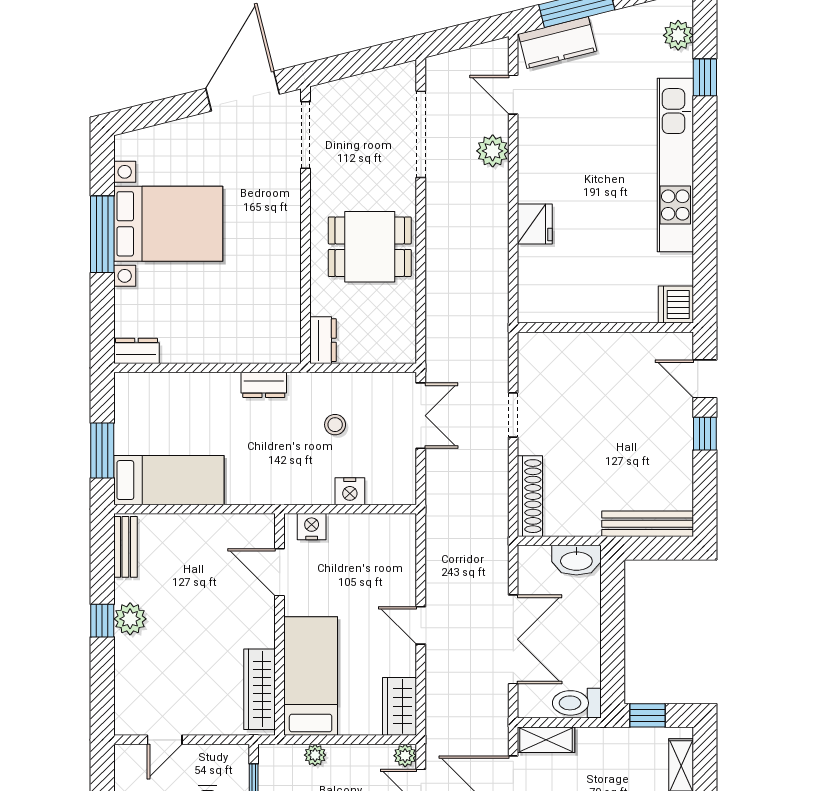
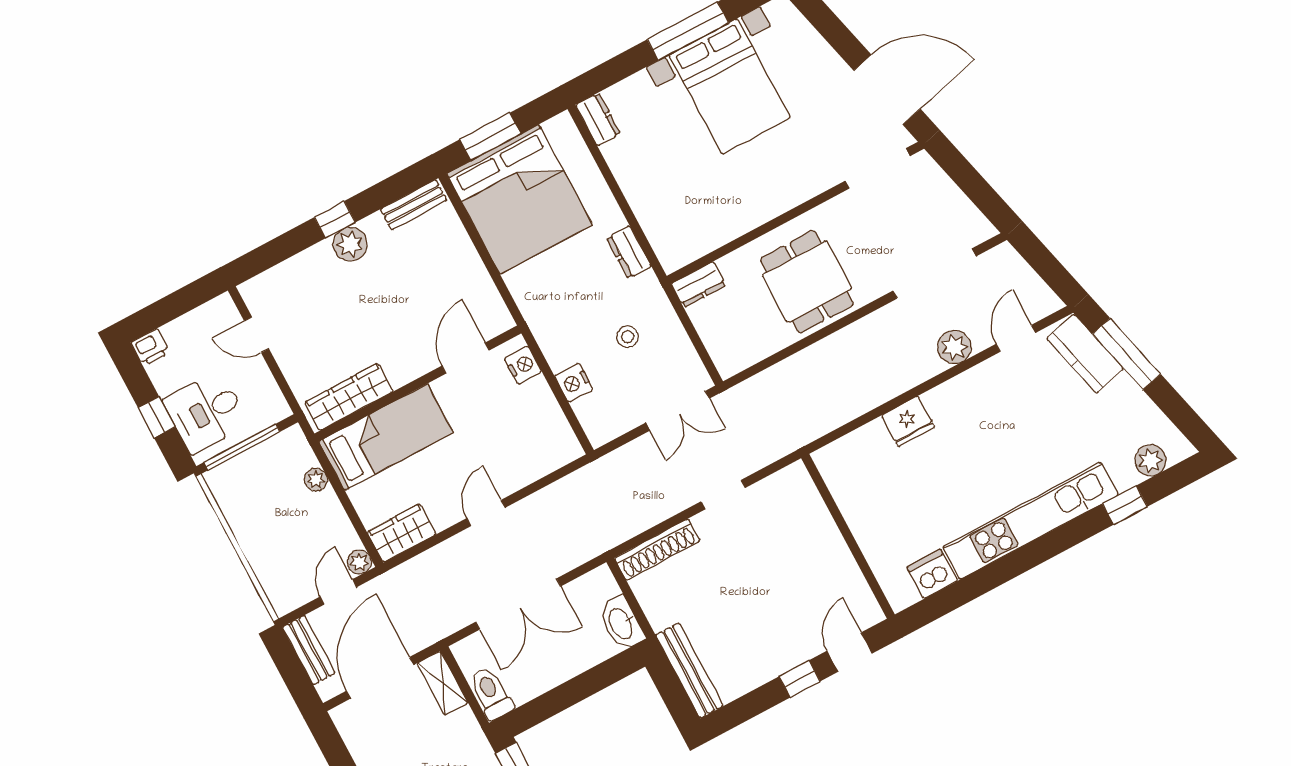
dishwasher: (676, 305) -> (932, 574), moved
bed: (169, 480) -> (519, 199), width x2.04

